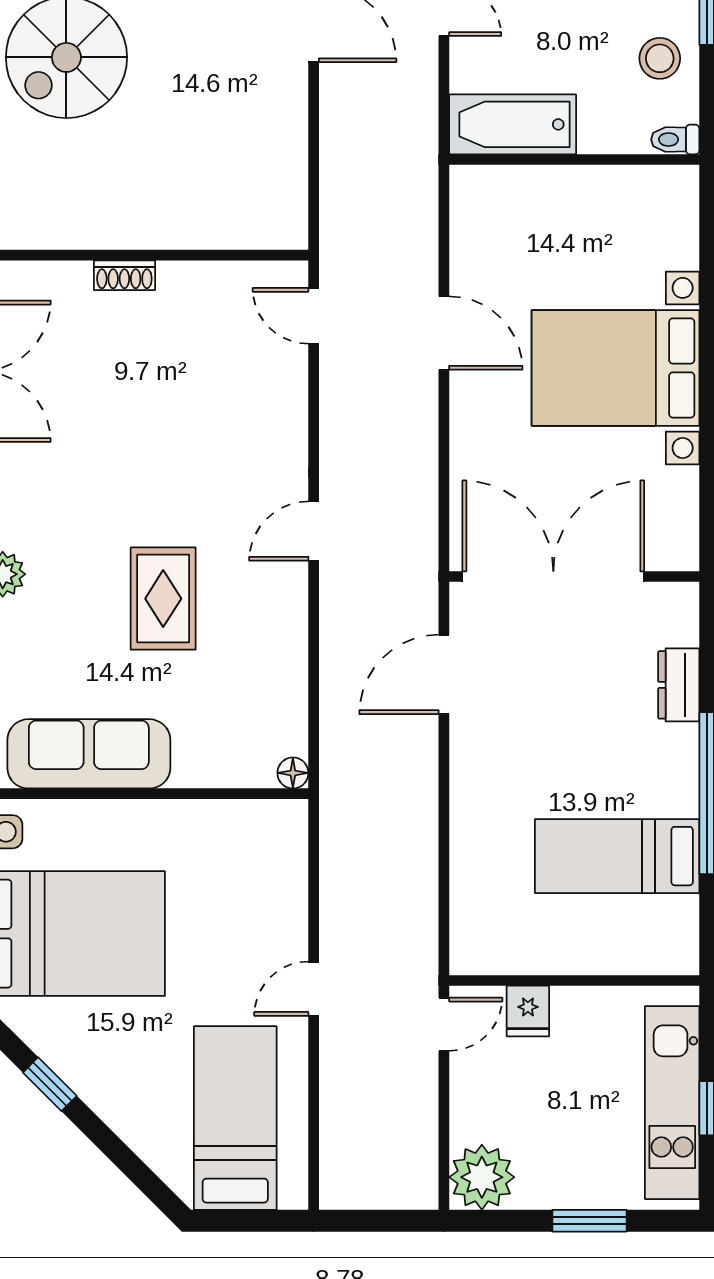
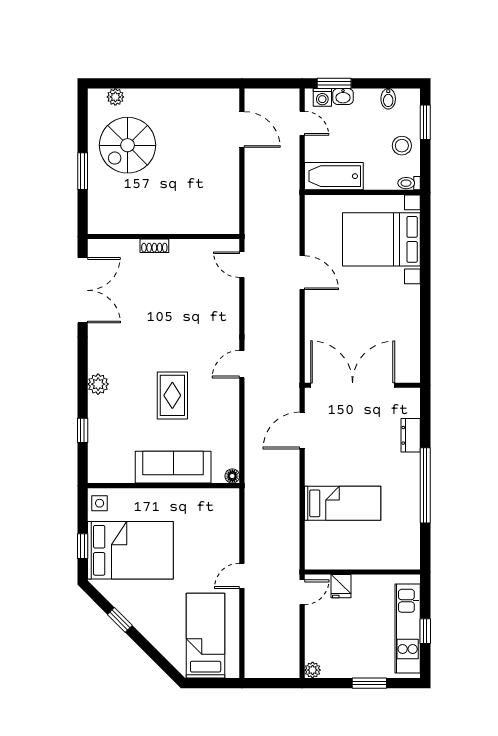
bed with nightstands: (616, 368) -> (381, 239), moved
sofa: (89, 754) -> (173, 467), moved
bed: (617, 856) -> (343, 503), moved, turned 180
plant: (482, 1177) -> (313, 670), width x0.53, depth x0.53

